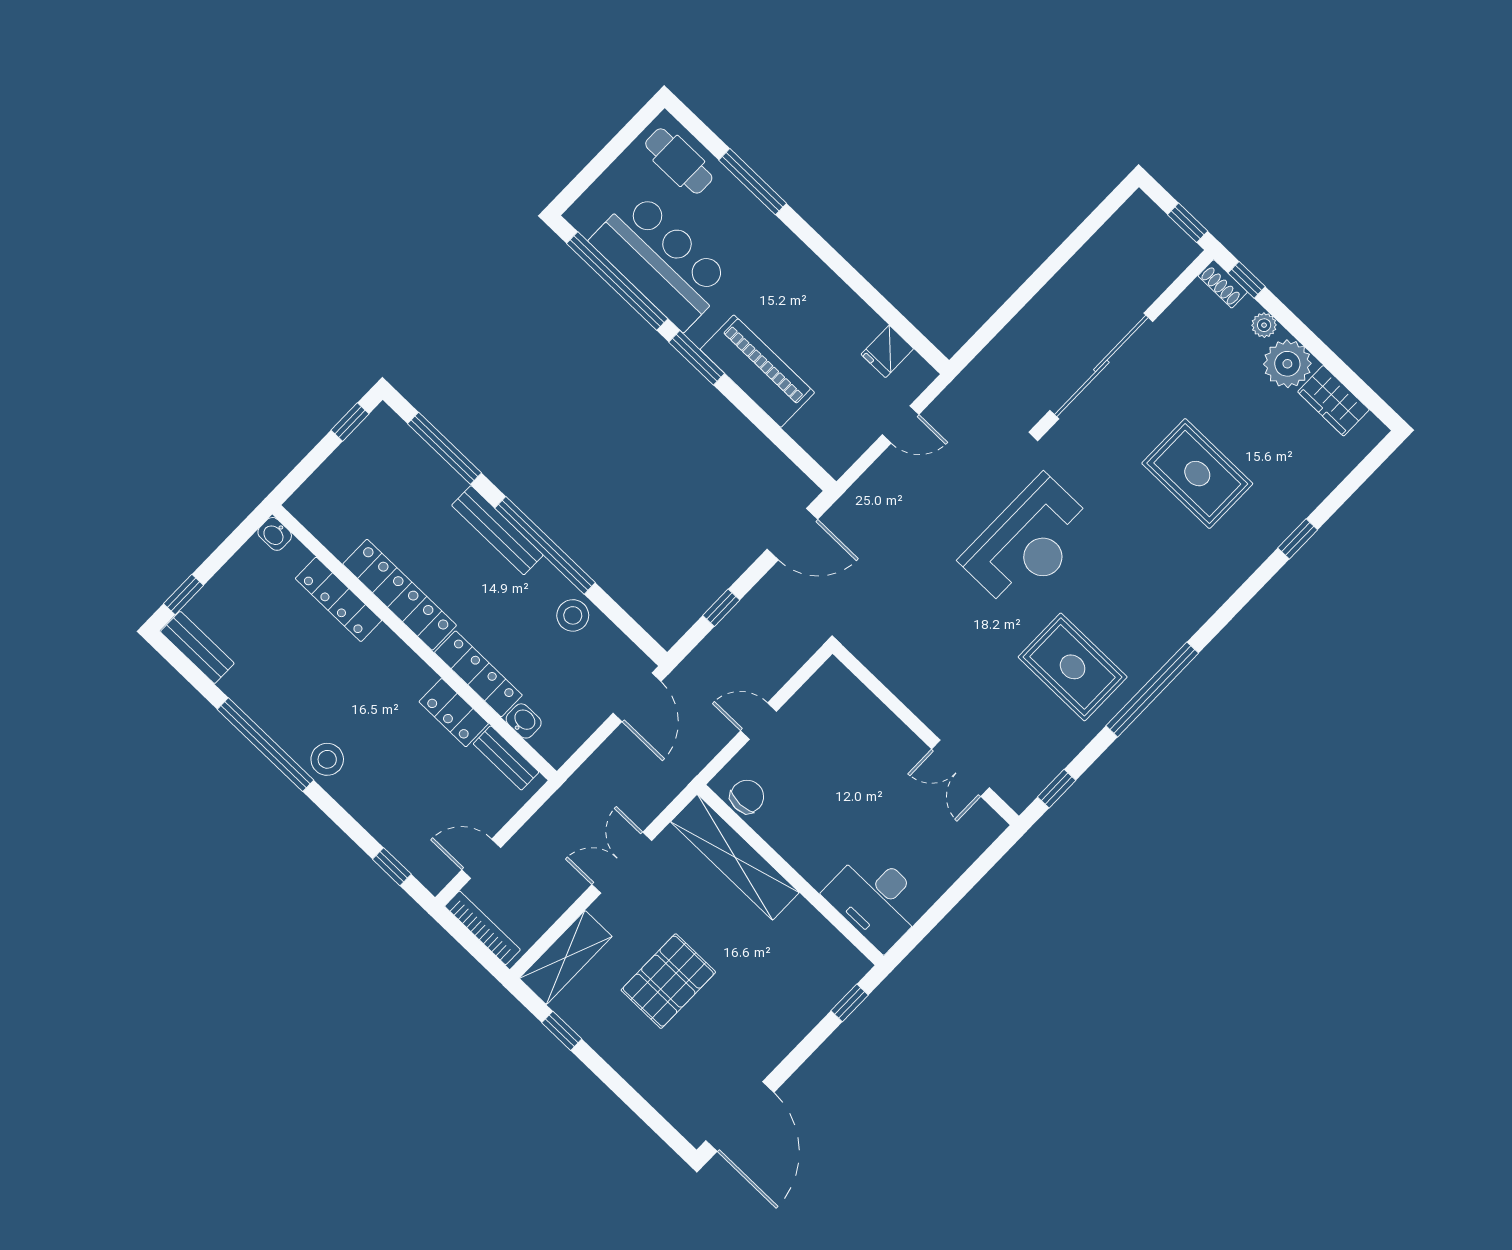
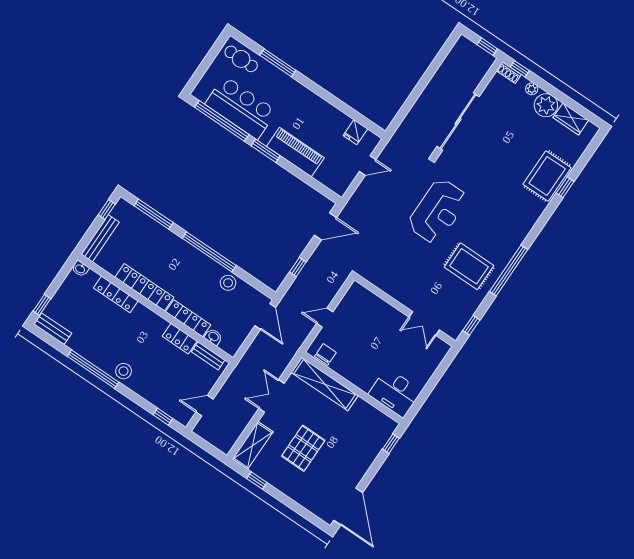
rug: (1197, 474) -> (547, 176), moved, turned 90
bench: (497, 530) -> (100, 238), moved, turned 90
bookcase: (483, 928) -> (211, 438), removed

